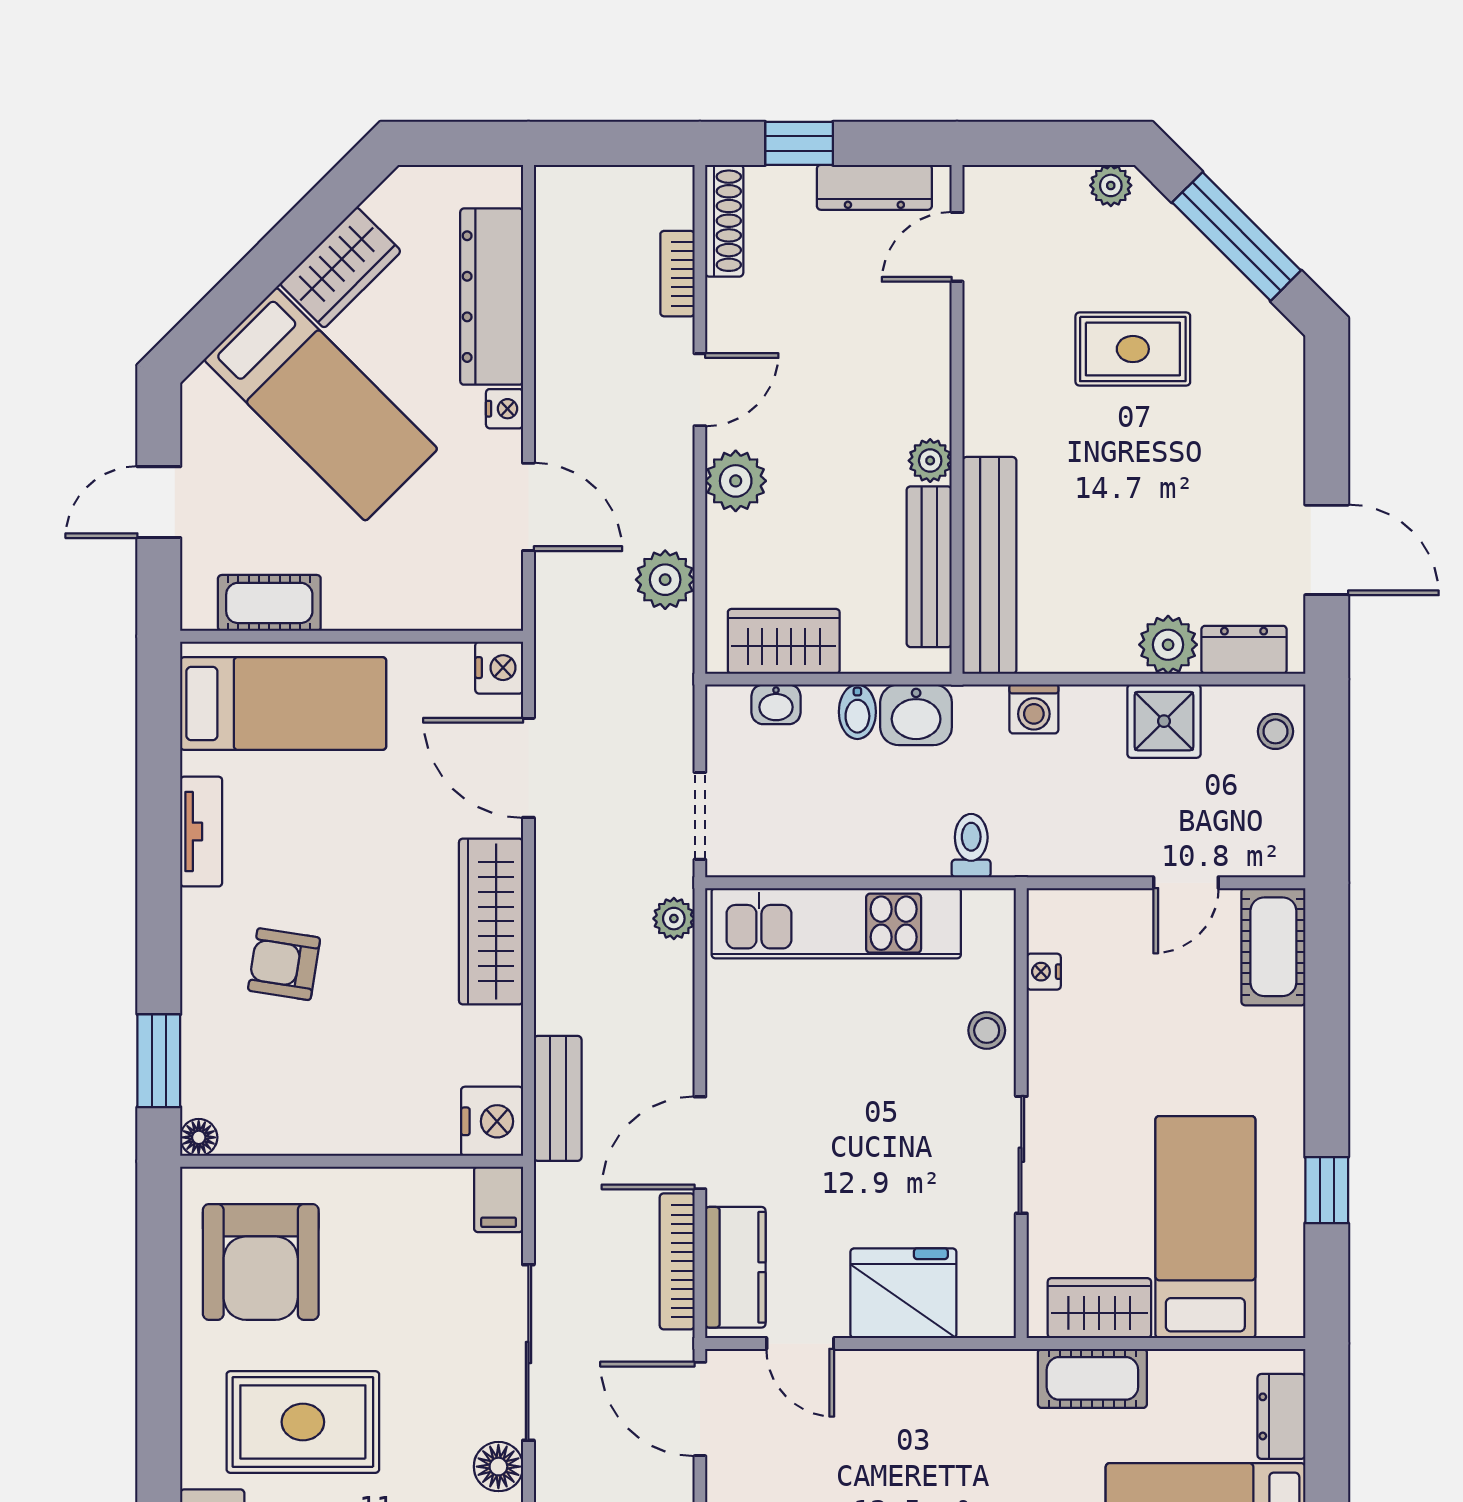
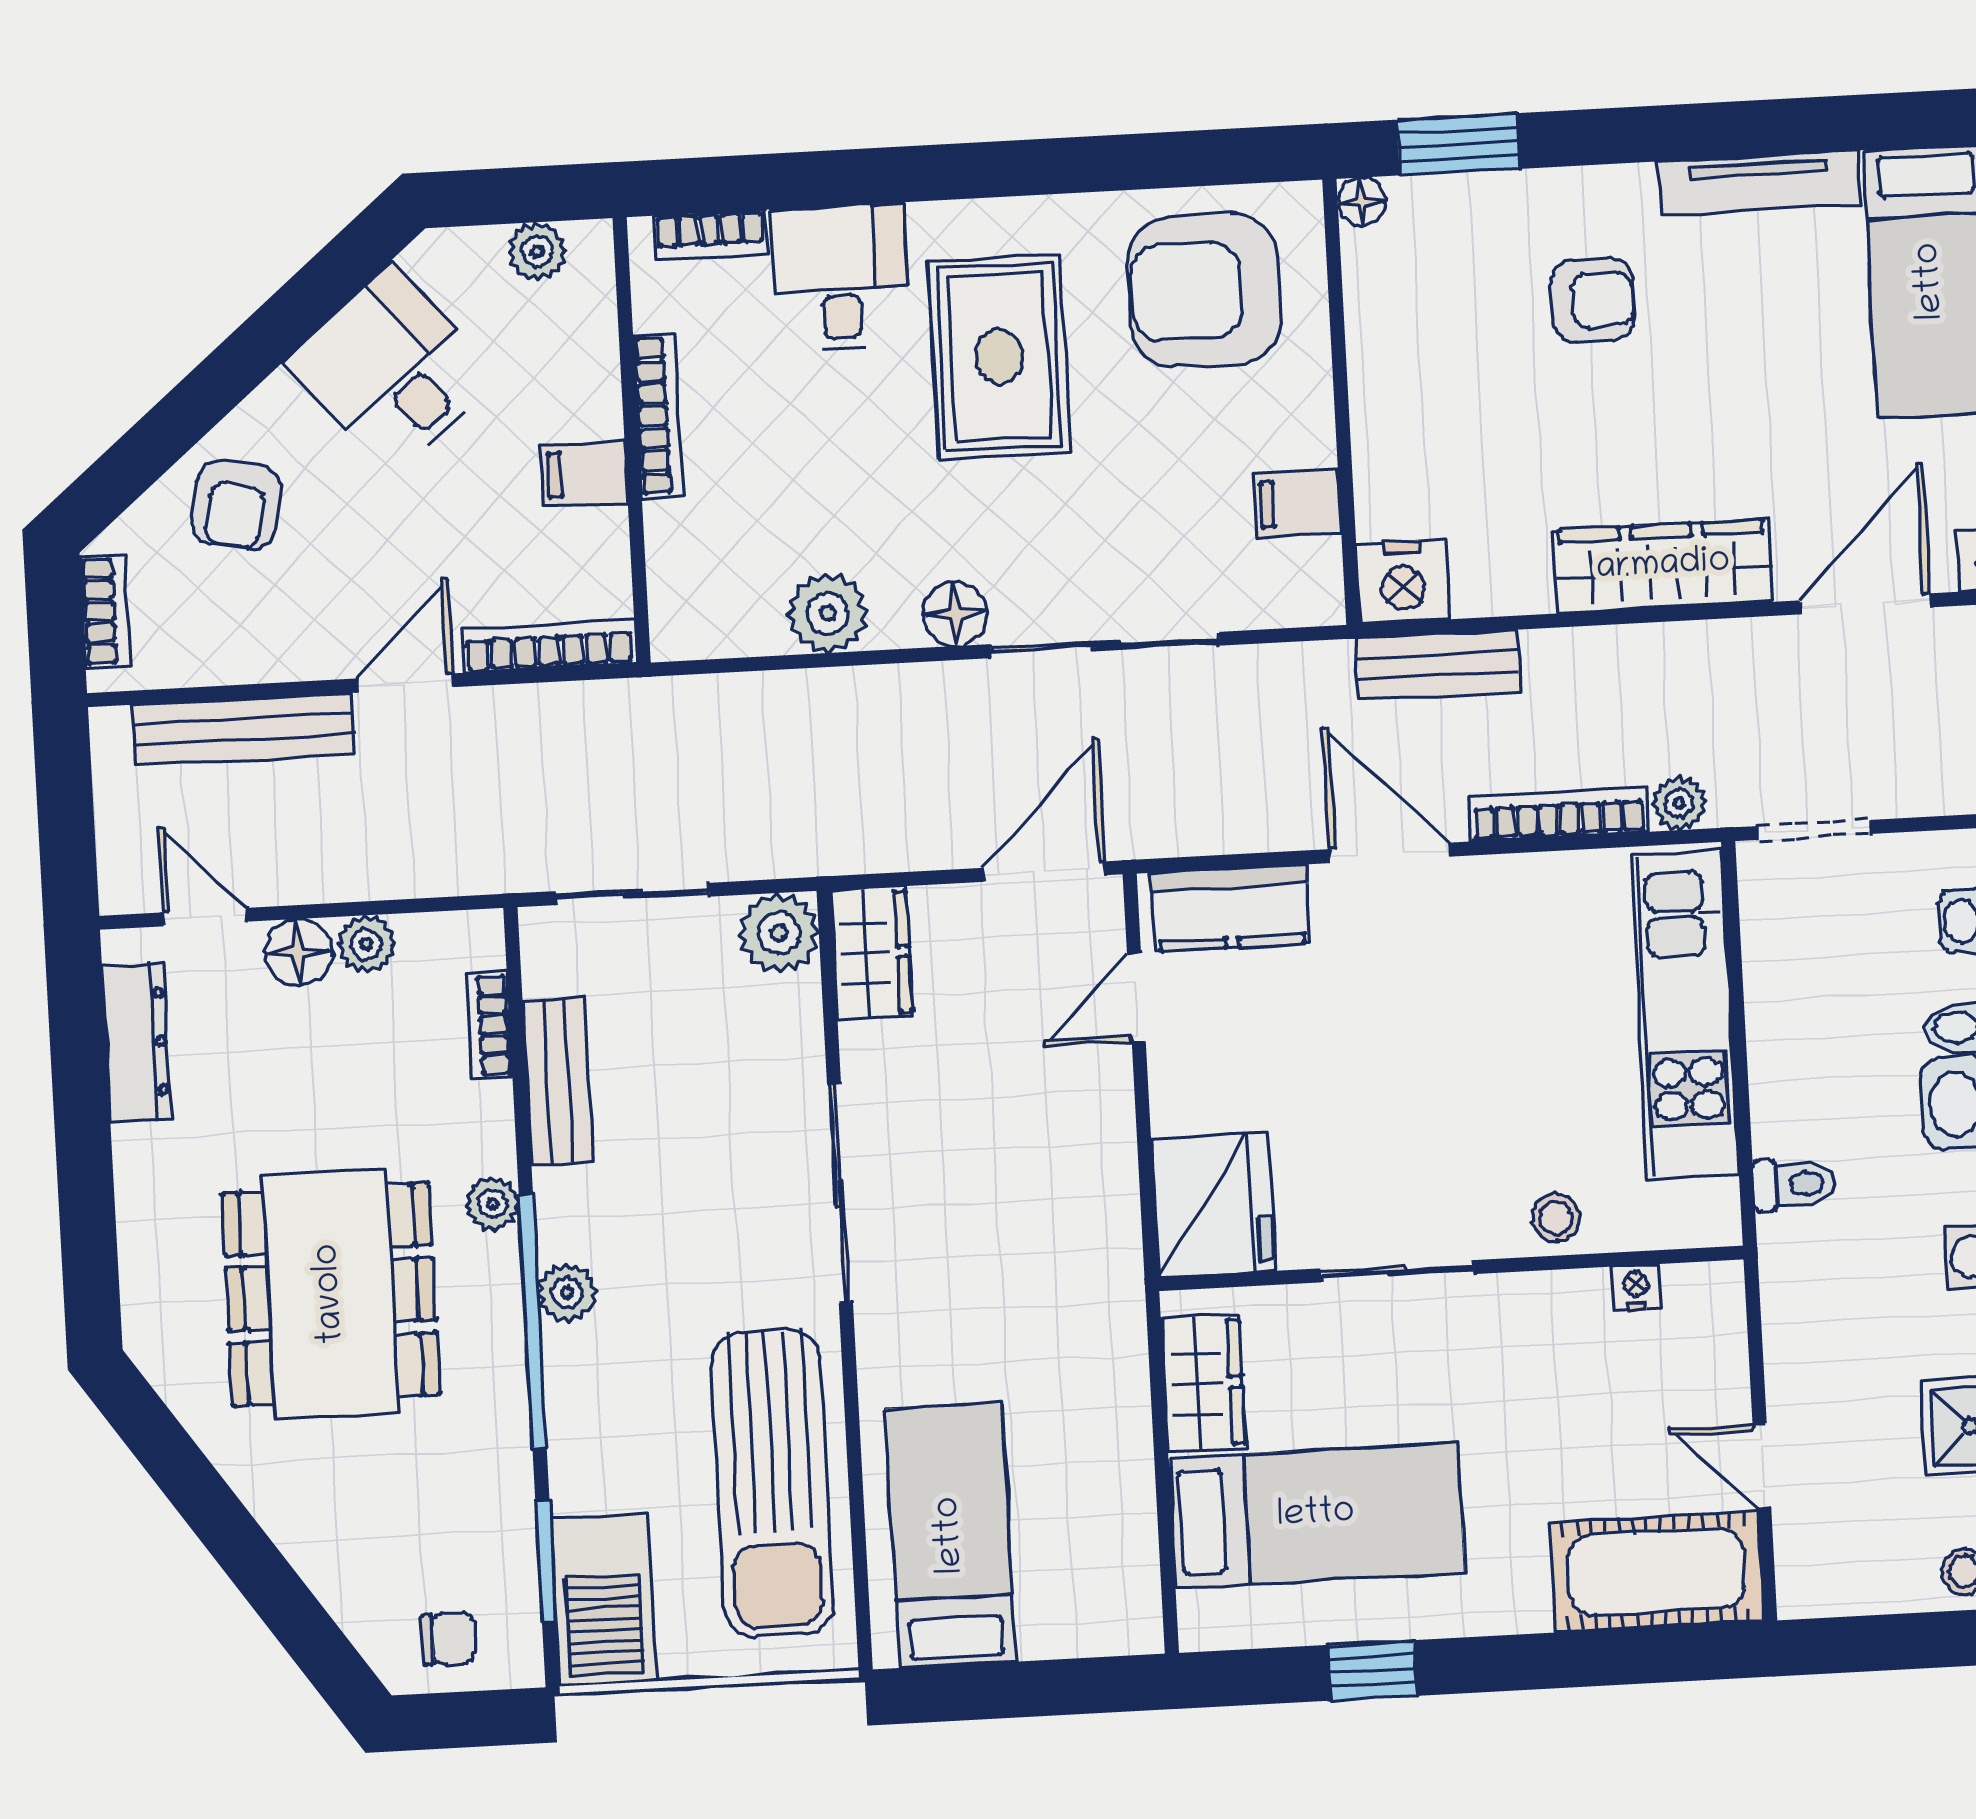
tv unit: (201, 832) -> (1759, 183), width x1.41
cot: (1273, 947) -> (1656, 1571), width x1.37, depth x1.34
armchair: (284, 964) -> (1593, 300), turned 81
filing cabinet: (499, 1199) -> (1297, 503), moved
bookcase: (677, 1261) -> (1559, 814), moved
fridge: (903, 1293) -> (1213, 1205), moved
cot: (1092, 1378) -> (1111, 1379), removed
dresser: (1281, 1416) -> (1075, 1627), removed

